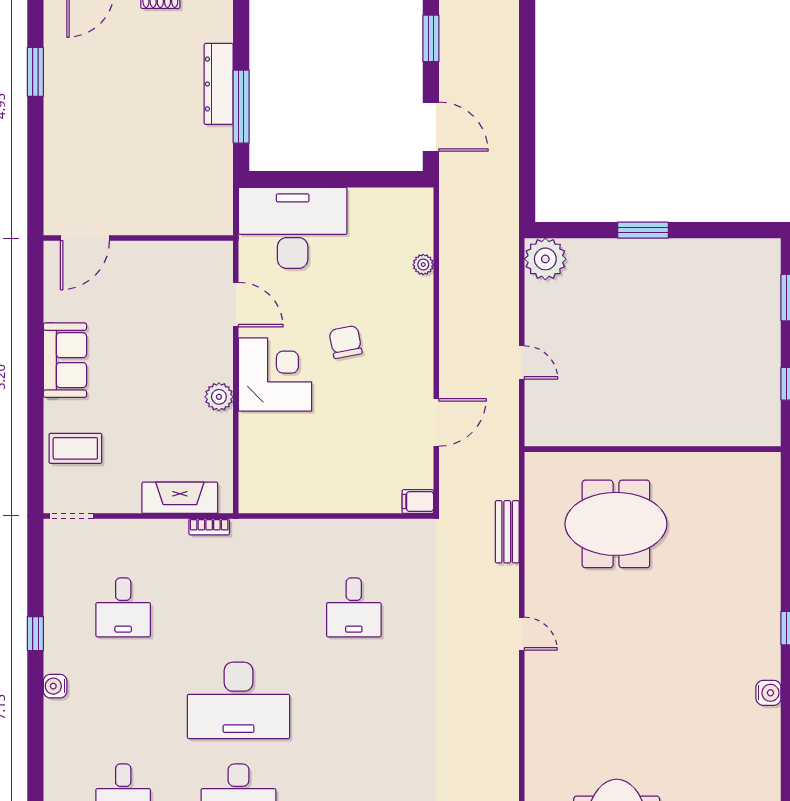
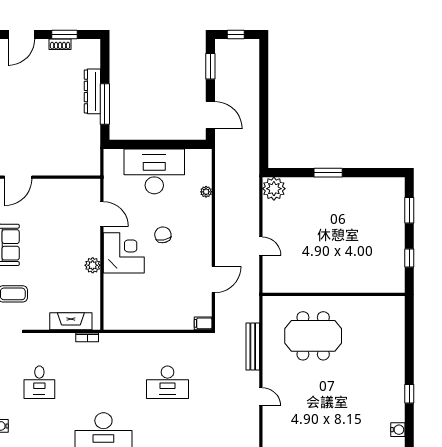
desk: (293, 228) -> (154, 171), moved
bench: (507, 532) -> (253, 346), width x1.36
desk: (354, 607) -> (167, 382), width x1.37

